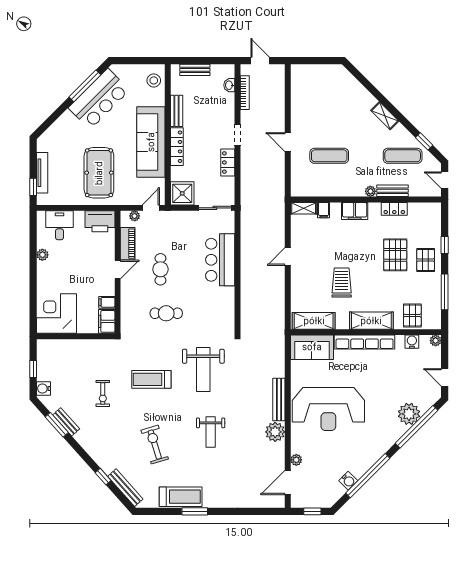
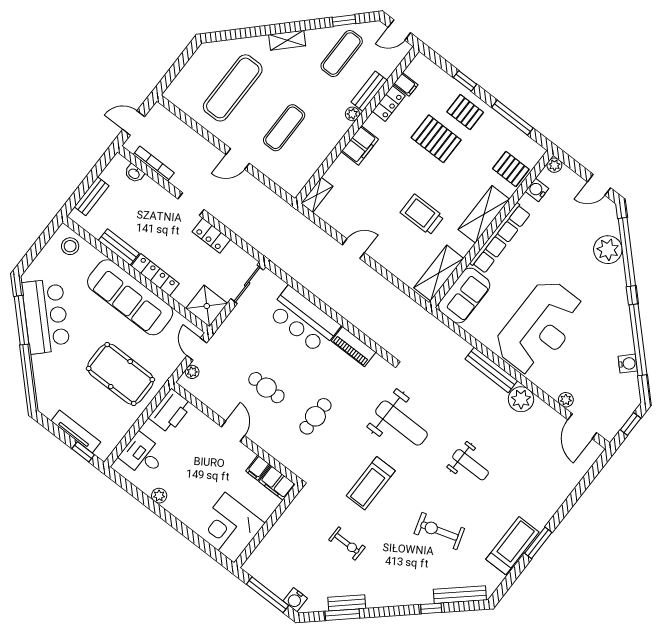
exercise mat: (329, 105) -> (233, 88), added
filing cabinet: (324, 210) -> (406, 84), moved
piano: (128, 244) -> (354, 347), moved, turned 180
door: (288, 256) -> (353, 249), swing flipped
window: (33, 369) -> (267, 595), width x2.17

